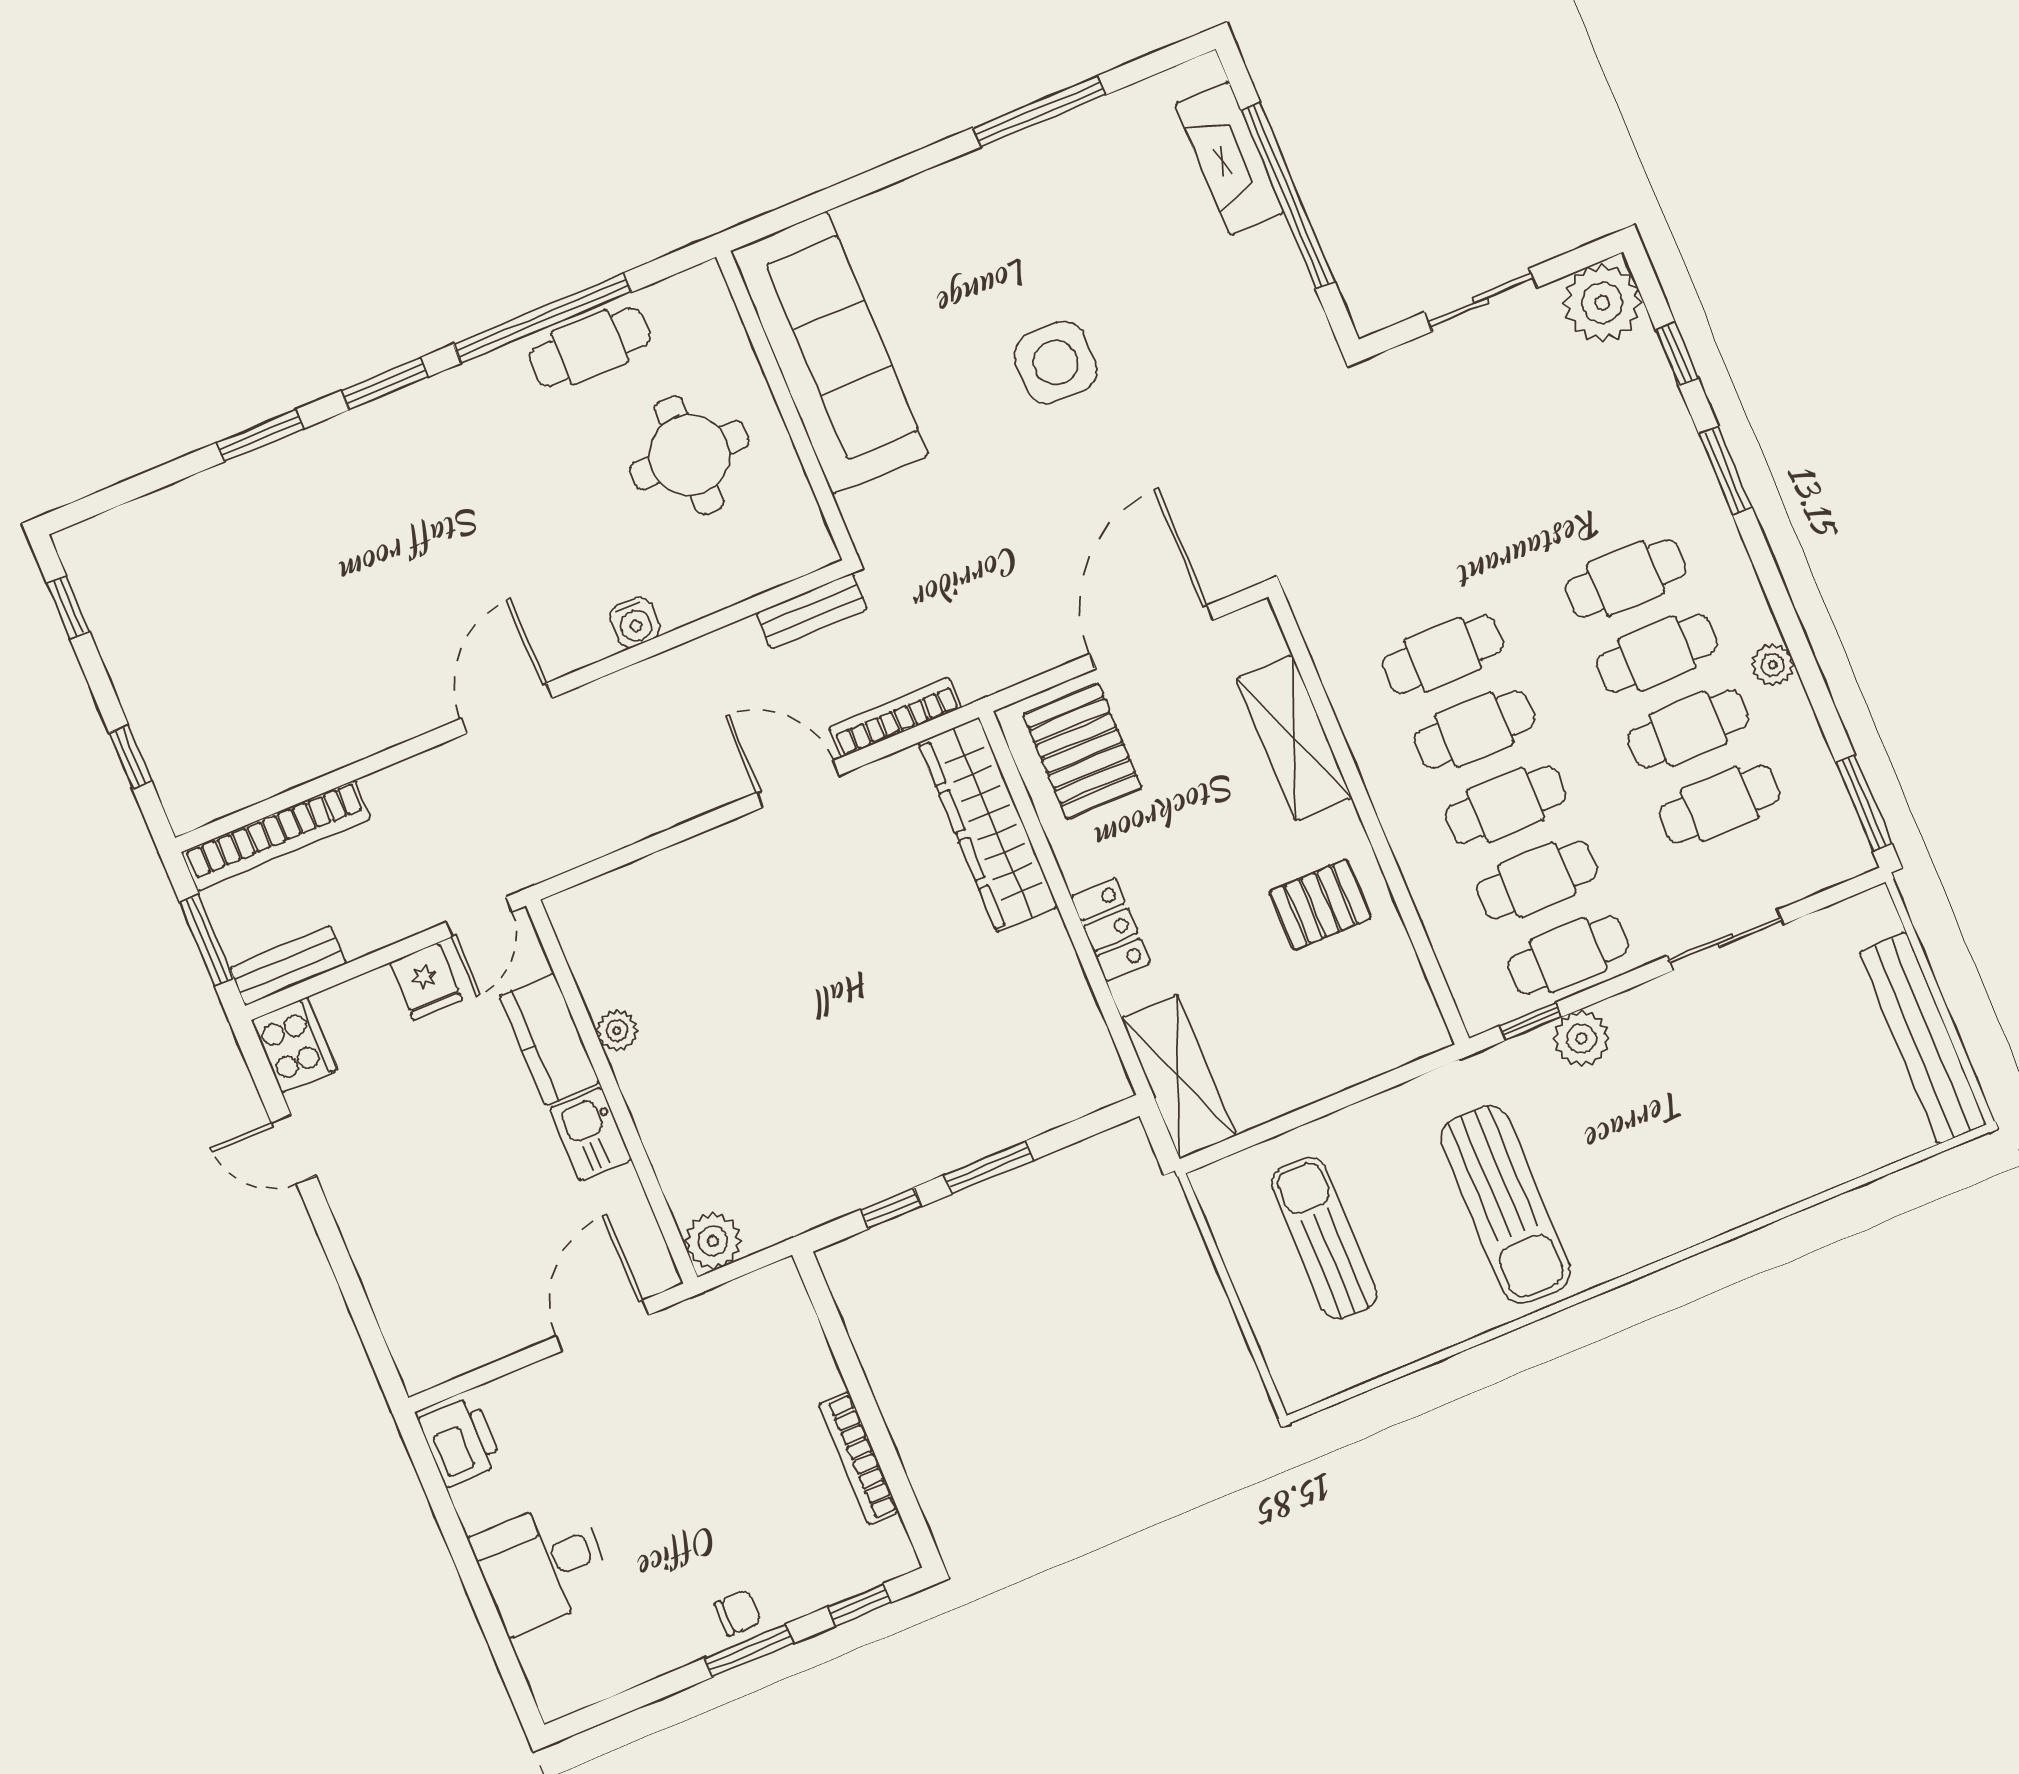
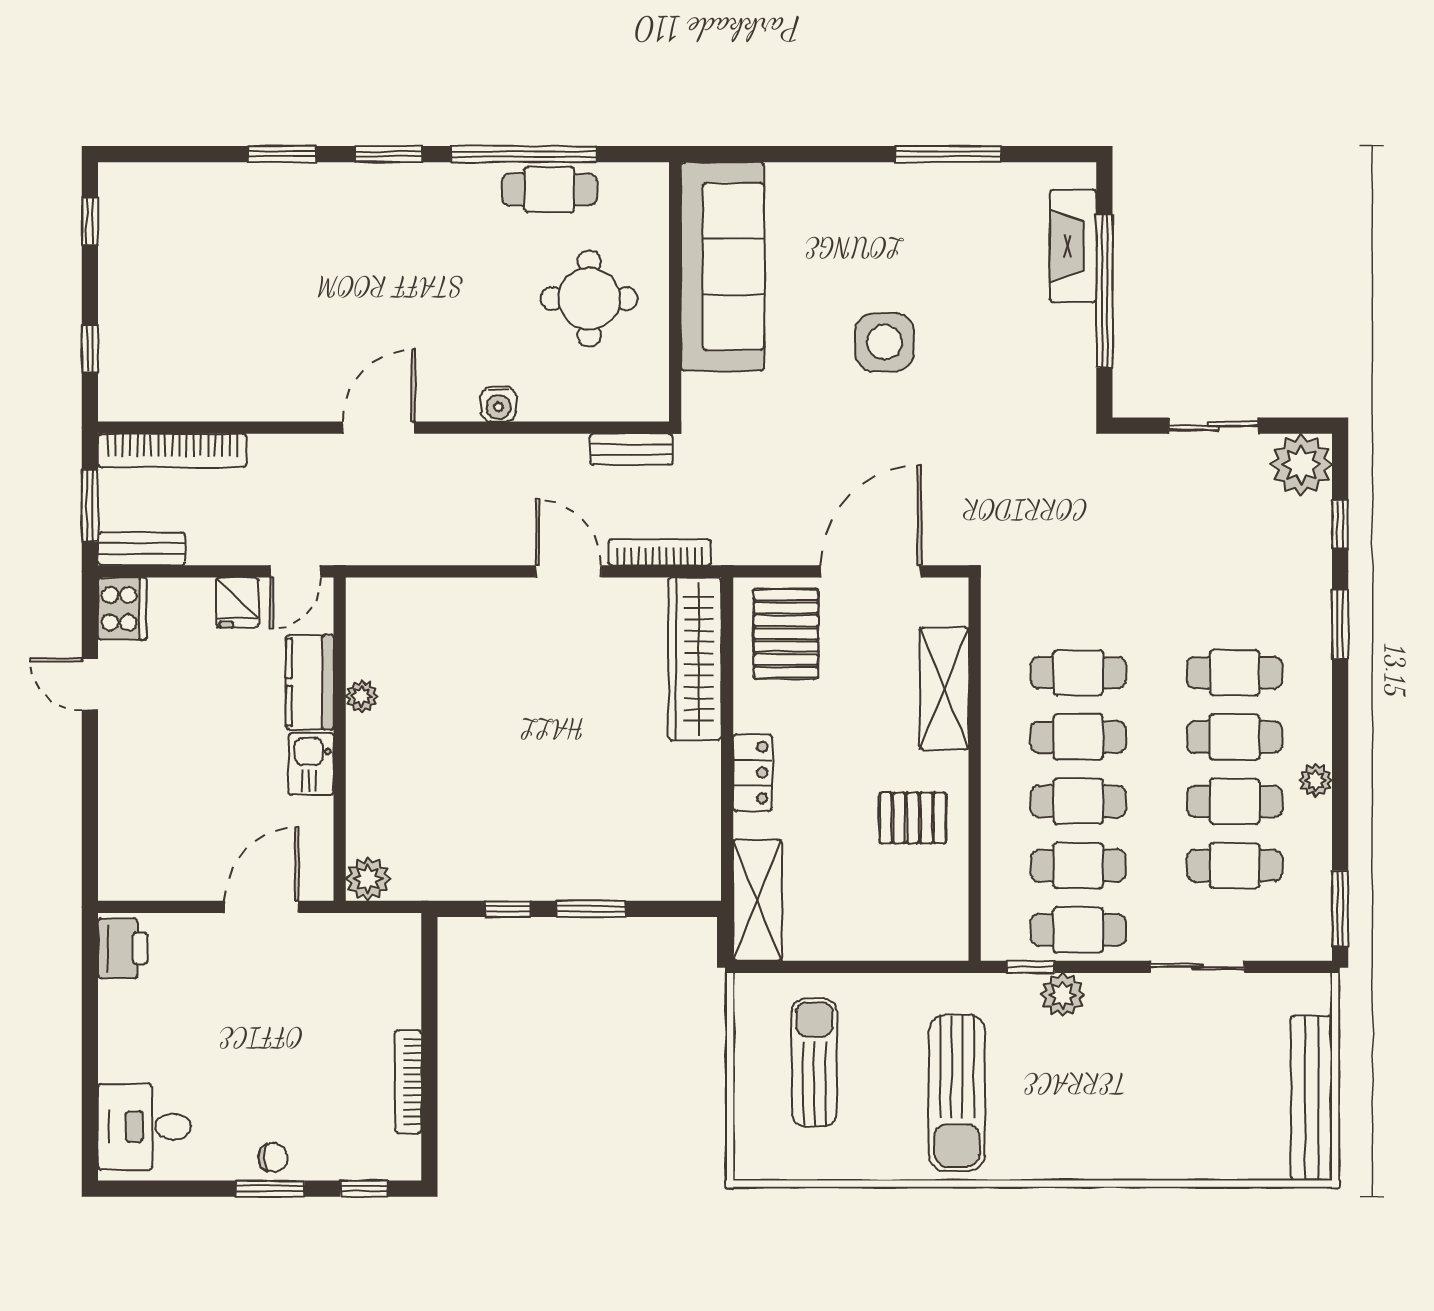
desk: (542, 1566) -> (145, 1127), moved

